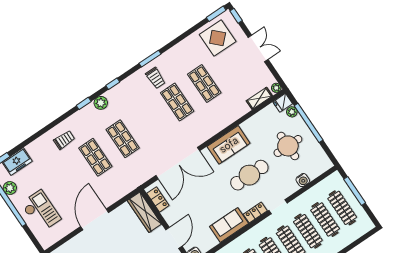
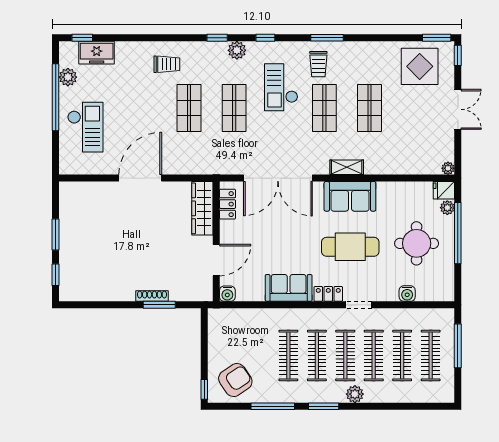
shelving: (259, 98) -> (347, 167), moved
checkout: (142, 107) -> (281, 87), added

